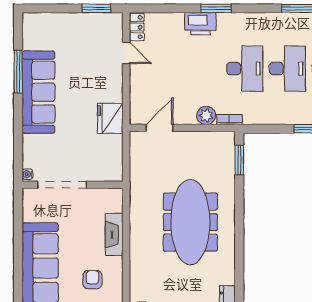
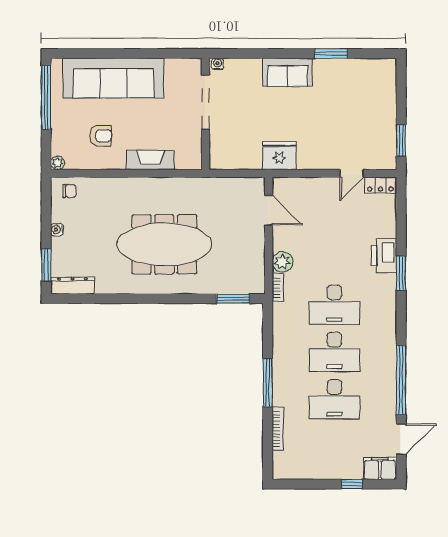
window: (18, 71) -> (331, 54), width x0.69
sofa: (38, 92) -> (287, 72), width x0.54, depth x0.79

